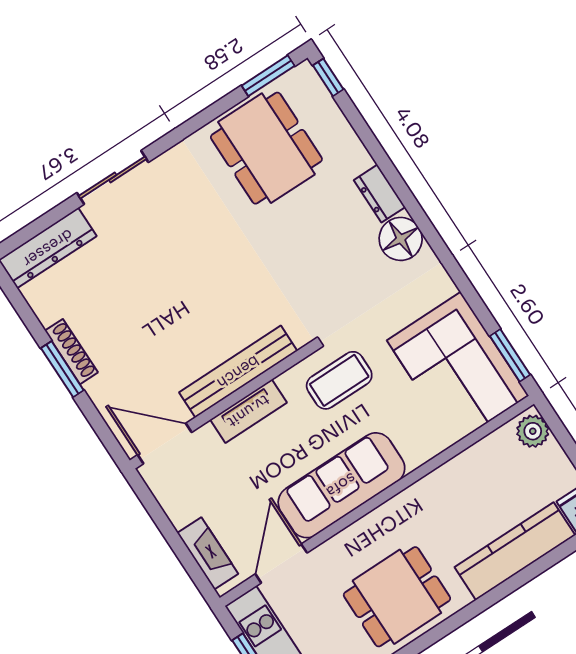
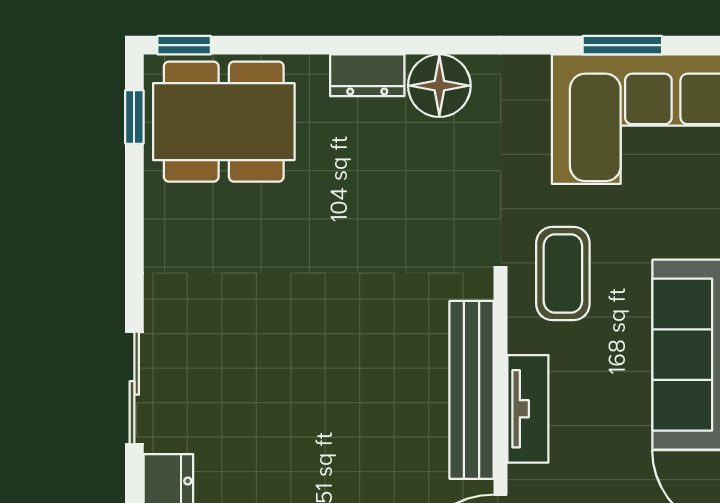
window: (268, 76) -> (134, 117), width x0.67
dining table: (266, 148) -> (224, 122), moved
window: (510, 355) -> (622, 45), moved

